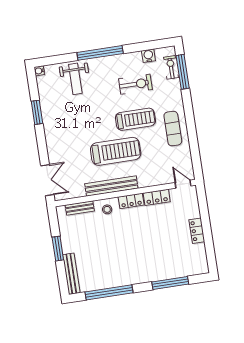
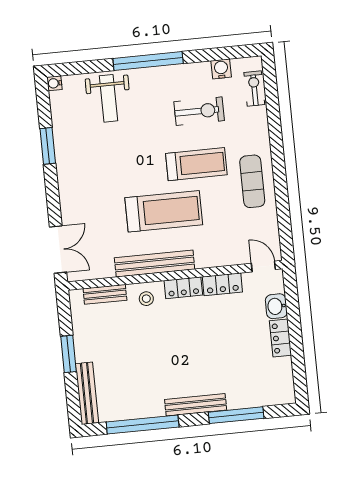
window: (183, 72) -> (272, 96), removed
washbasin: (193, 210) -> (276, 306), added
bench: (143, 278) -> (196, 405), added

